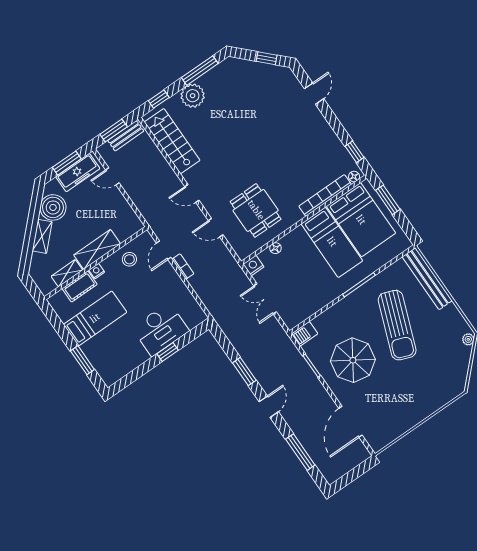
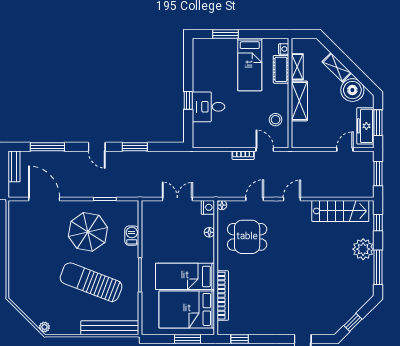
bench: (126, 136) -> (14, 166), moved
floor lamp: (354, 177) -> (222, 205), moved
nightstand: (97, 271) -> (284, 49), moved
desk: (161, 329) -> (208, 107), width x0.73
barbecue: (305, 334) -> (132, 236), moved

